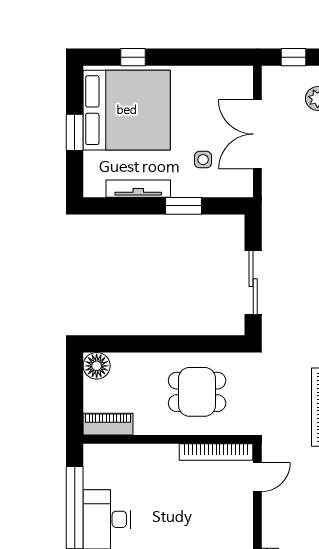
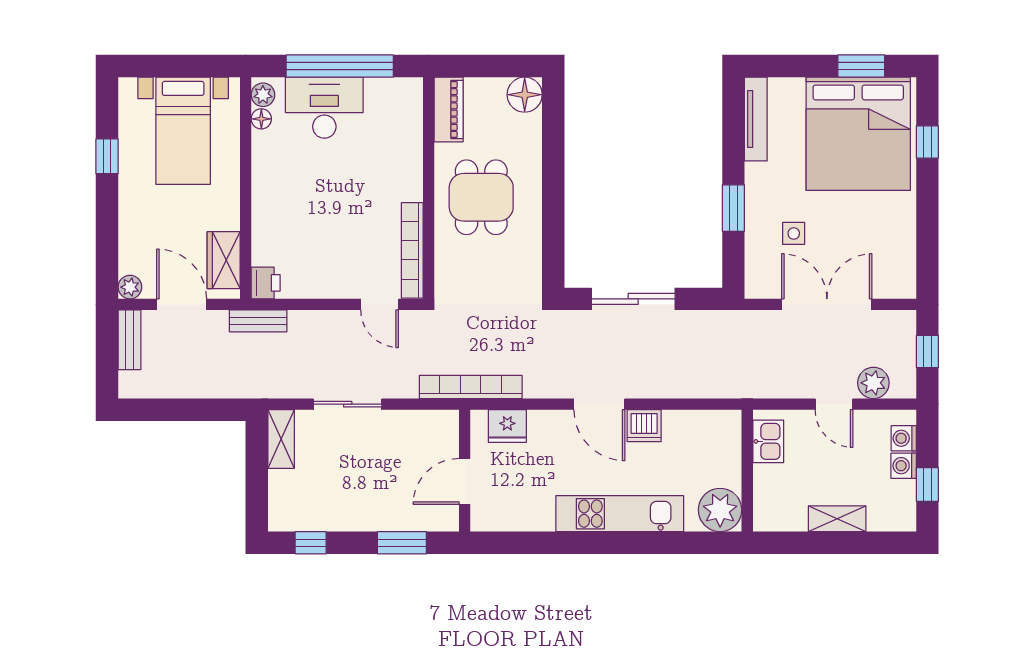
window: (75, 132) -> (861, 66), moved
tv unit: (138, 189) -> (756, 119), moved
dining table: (197, 392) -> (481, 197), moved

